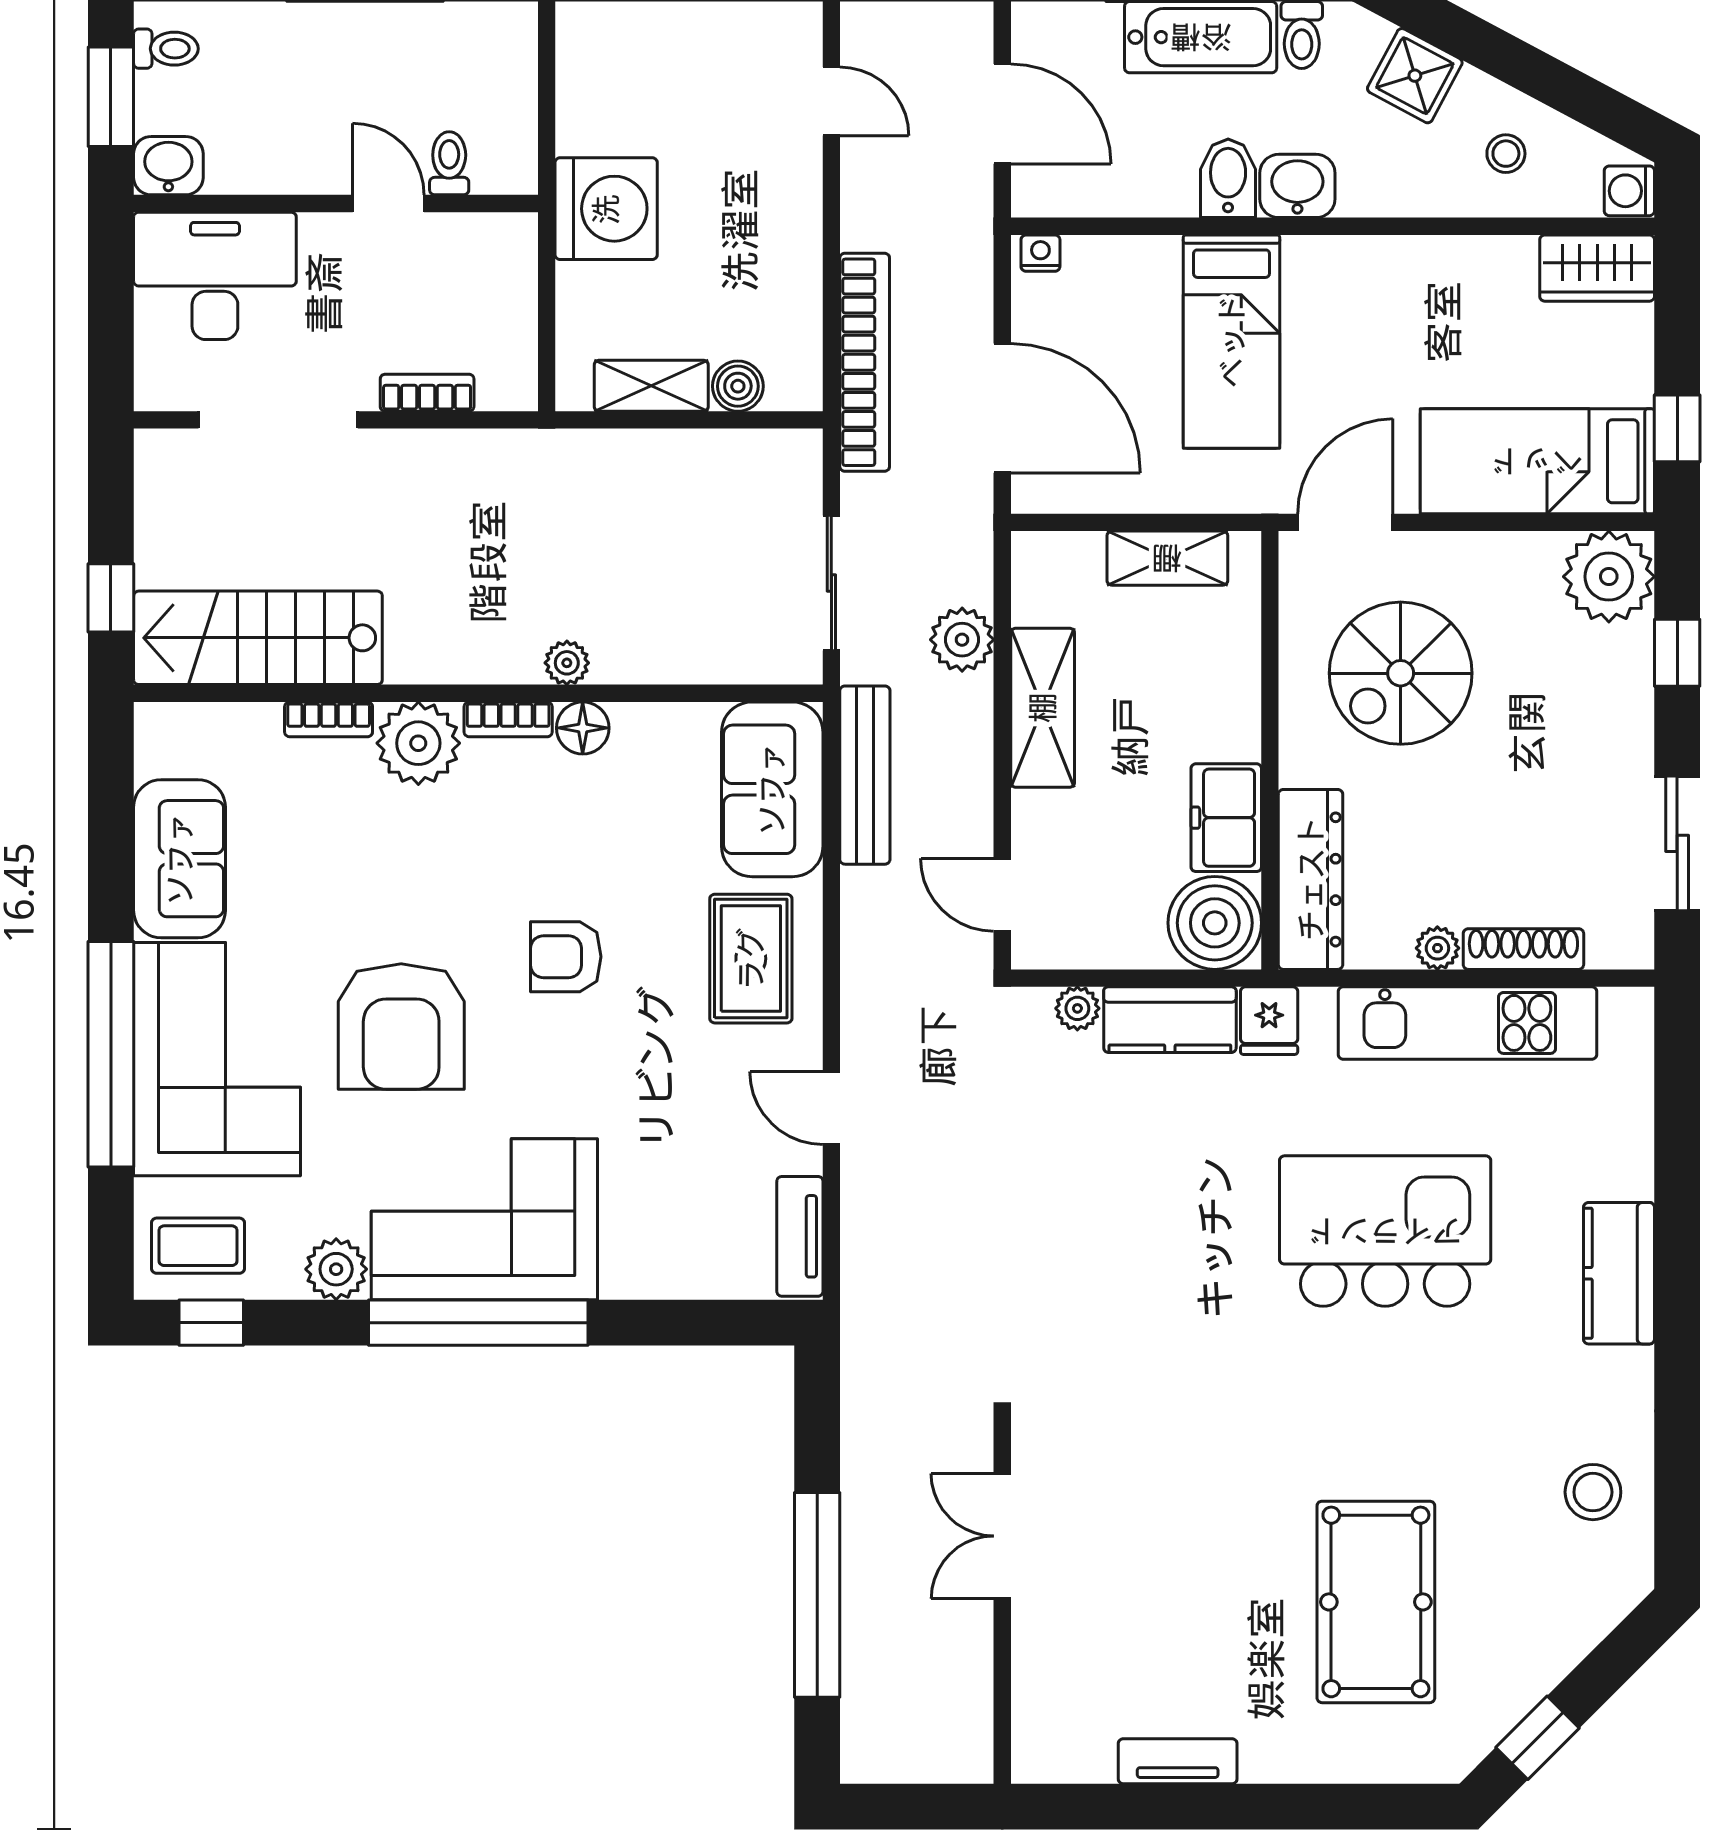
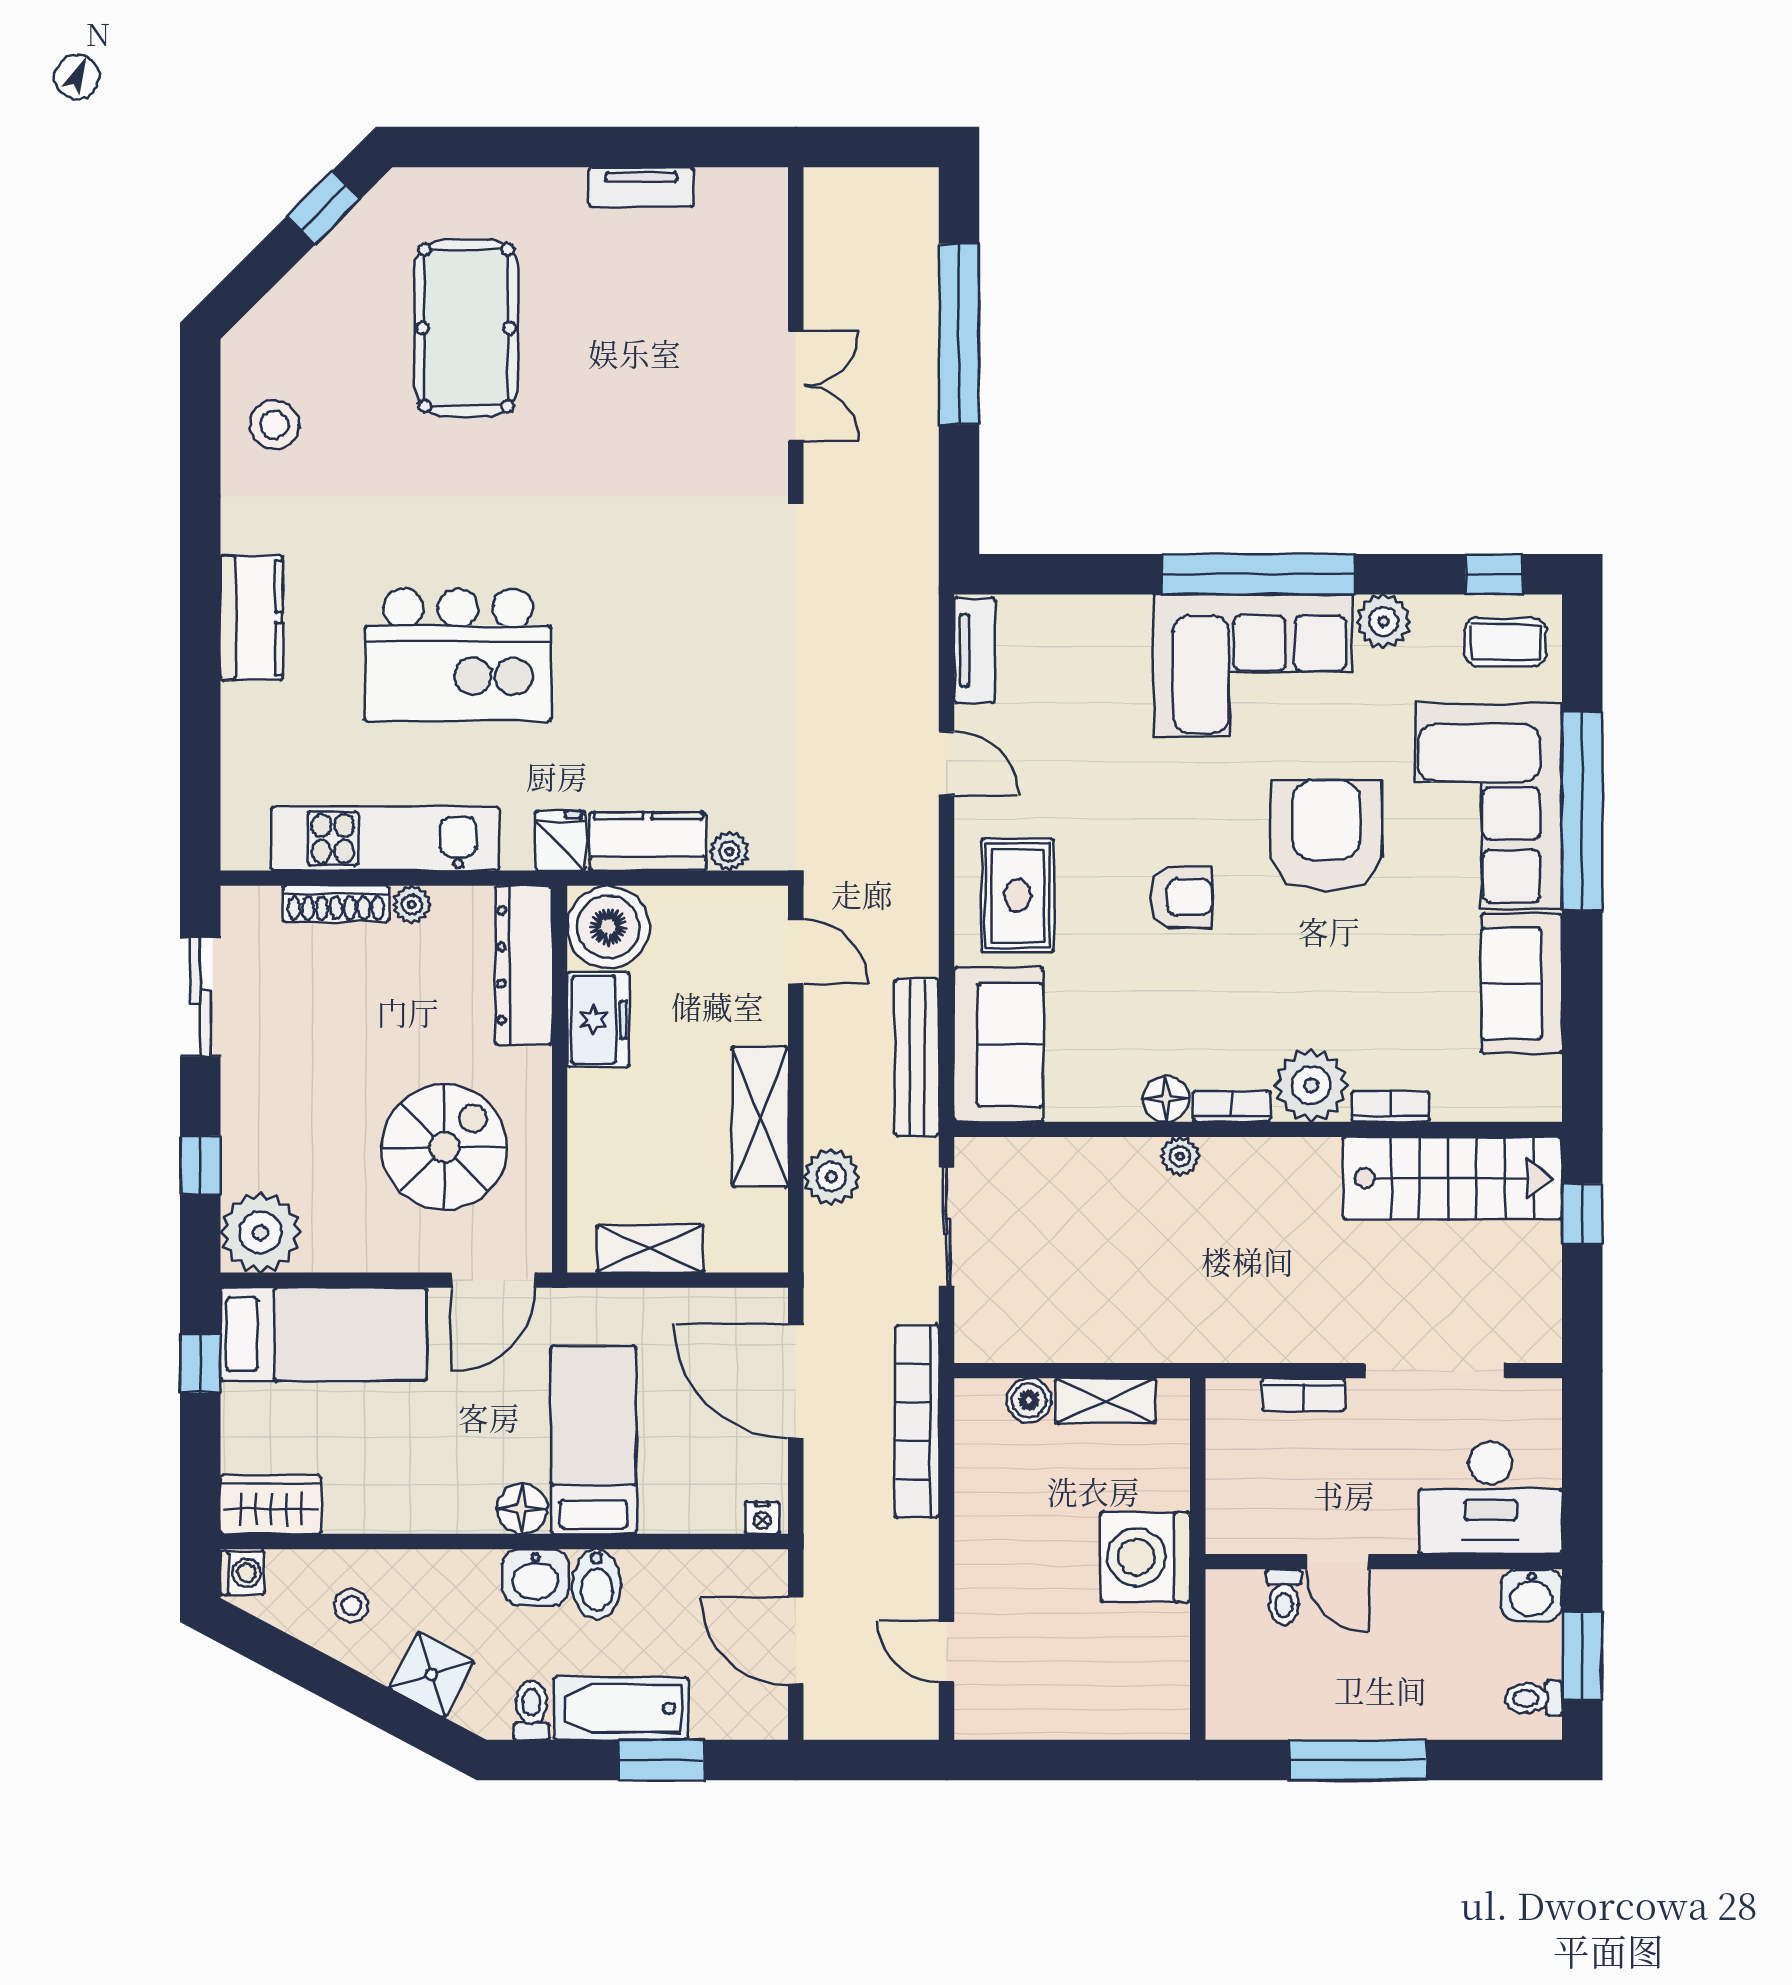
floor lamp: (1313, 263) -> (522, 1509), added

